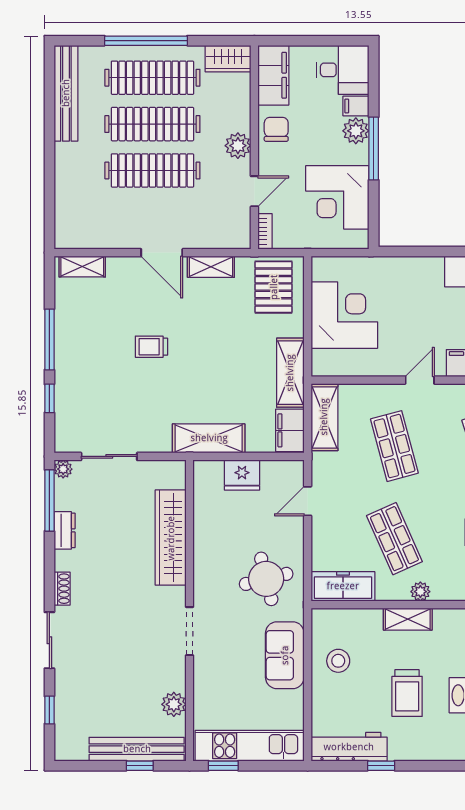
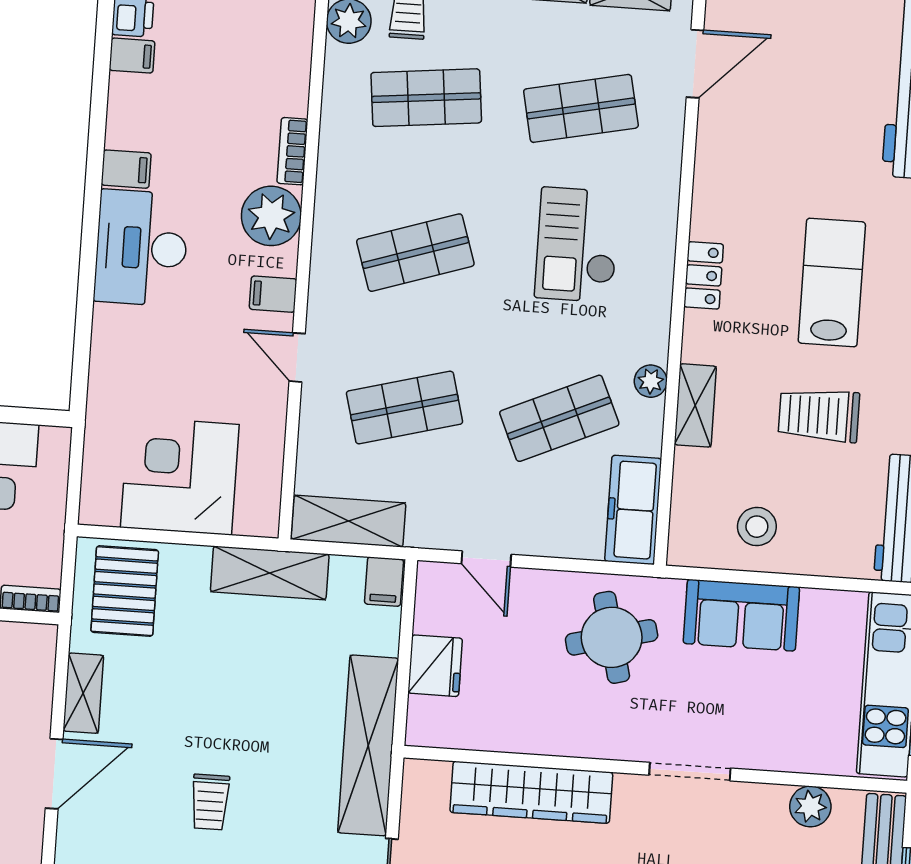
pallet: (274, 287) -> (125, 591), turned 90
filing cabinet: (290, 430) -> (384, 582), width x0.50
shelving: (209, 438) -> (368, 745), width x1.47
trolley: (407, 693) -> (819, 415), turned 180

